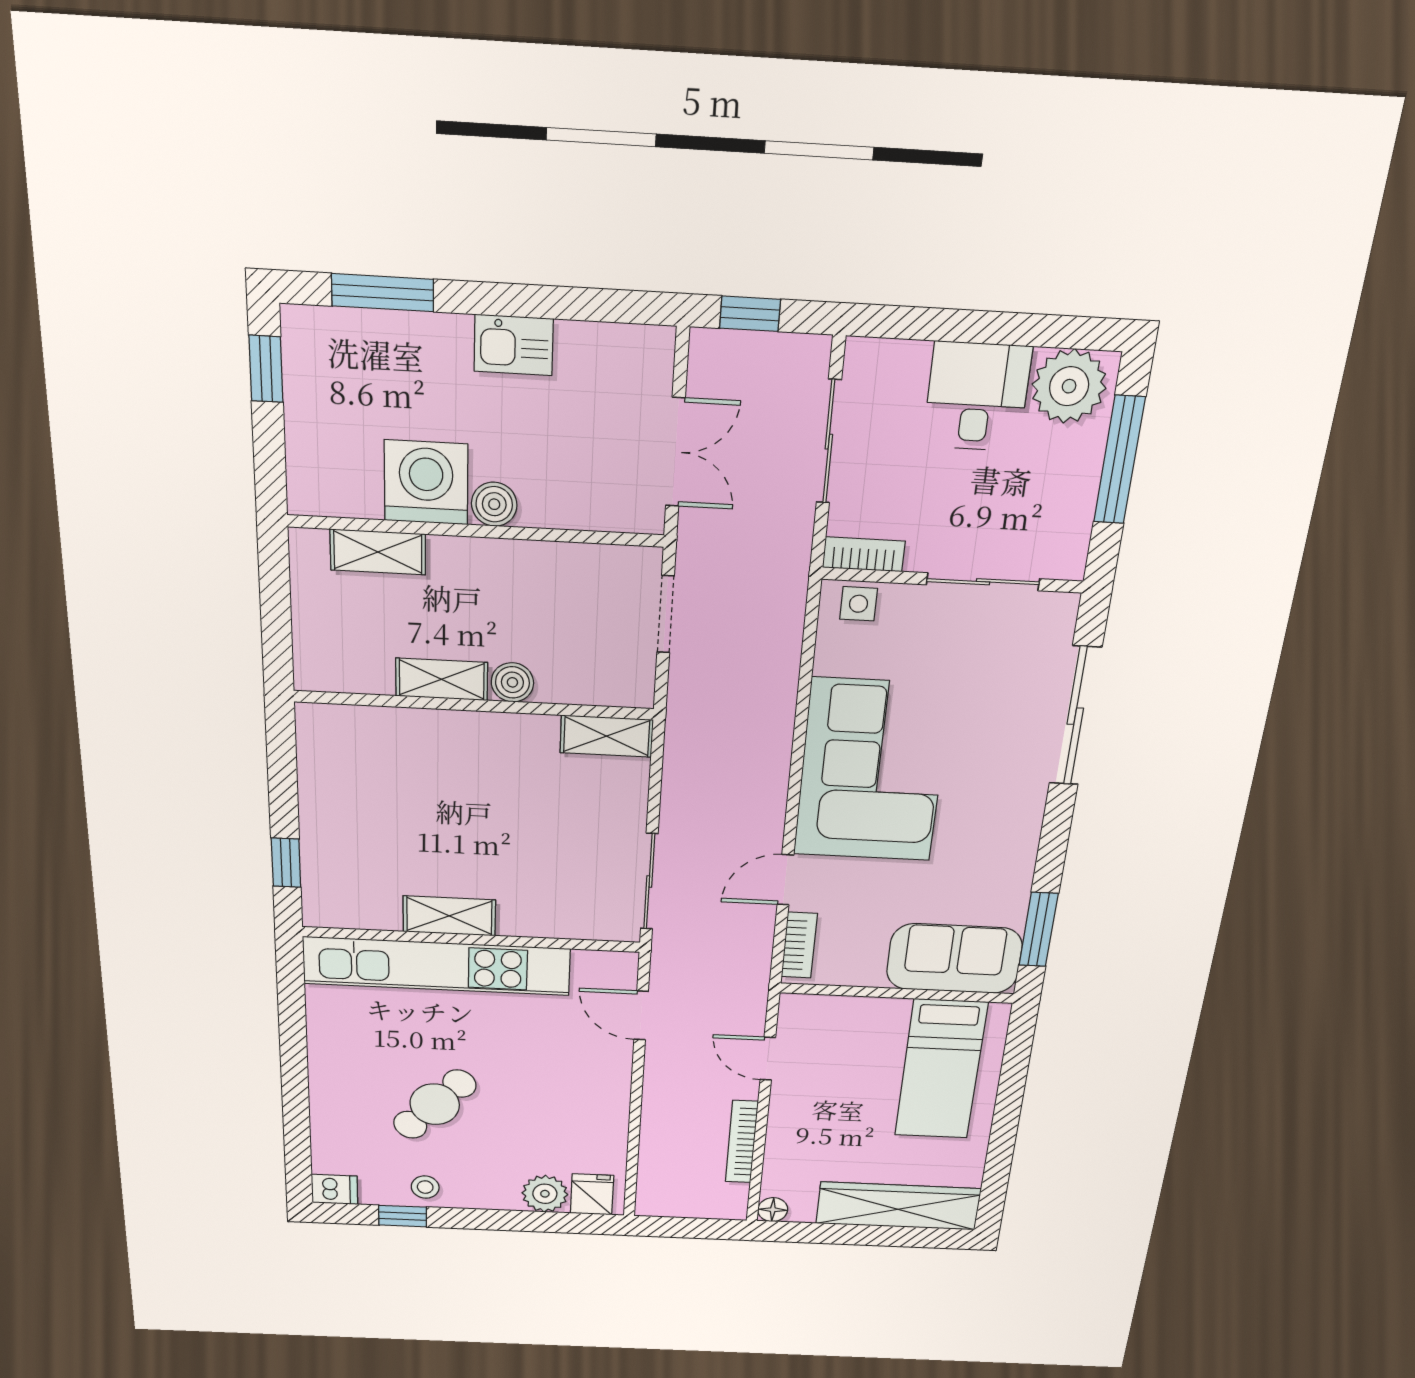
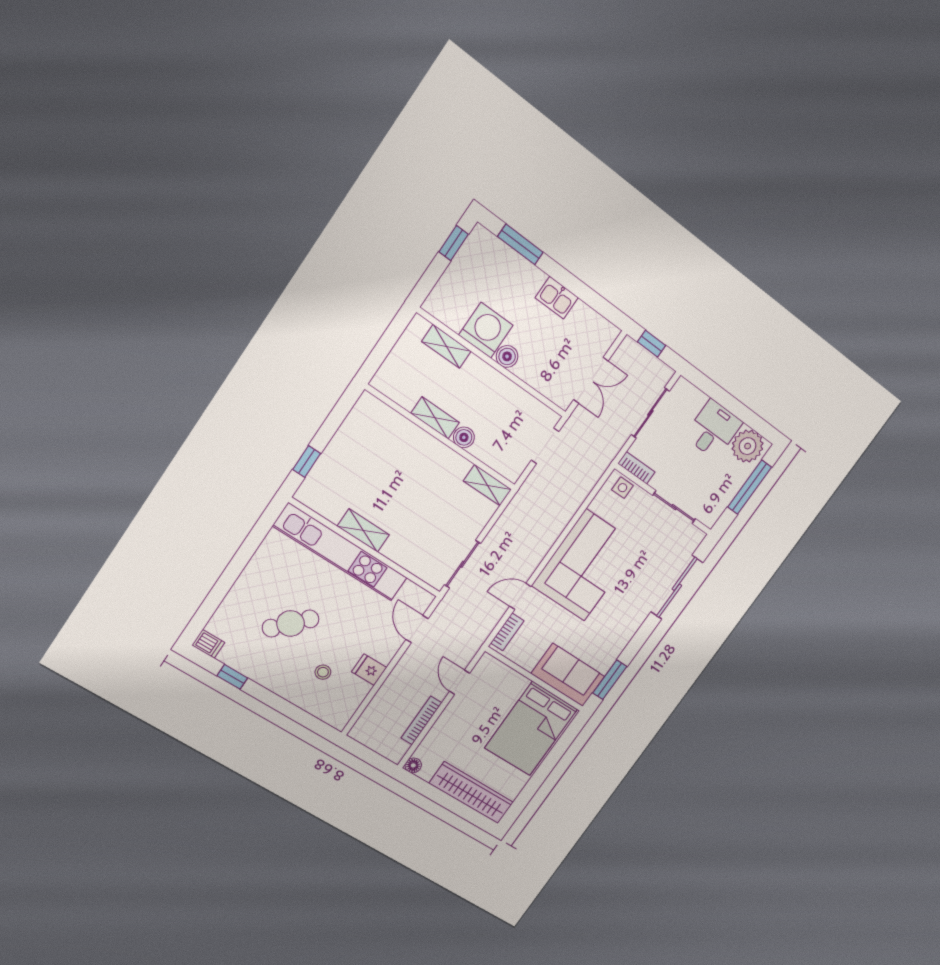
bed: (941, 1069) -> (531, 729), width x1.50
stool: (425, 1187) -> (323, 672), moved
plant: (545, 1194) -> (311, 701), removed
fridge: (592, 1194) -> (369, 670), moved, turned -90

